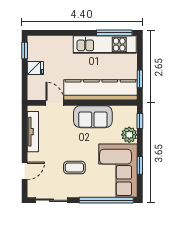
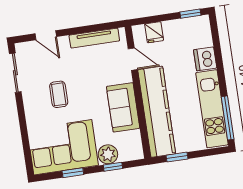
dishwasher: (63, 44) -> (205, 59), added
fridge: (35, 68) -> (154, 32), moved
door: (55, 103) -> (133, 59), hinge flipped
window: (140, 121) -> (113, 167), moved
window: (106, 200) -> (25, 138), removed

